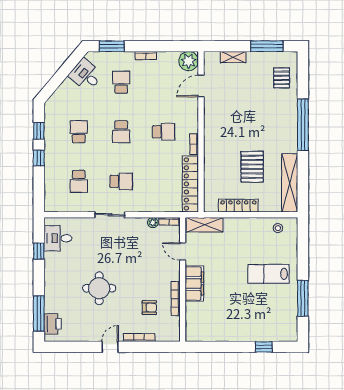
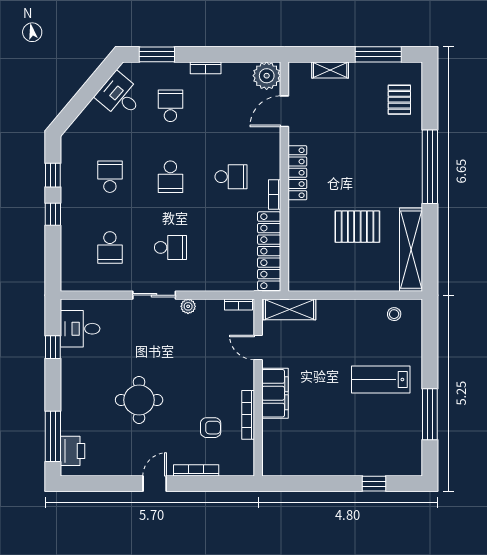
pallet: (252, 167) -> (357, 227), turned 90
locker: (238, 206) -> (297, 173), moved, turned 90
plant: (153, 223) -> (188, 306), moved

